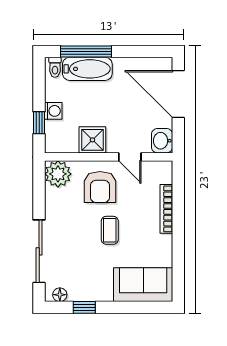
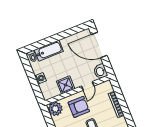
window: (86, 52) -> (45, 42), removed
window: (39, 123) -> (36, 87), removed
door: (130, 157) -> (88, 86), hinge flipped
armchair: (100, 187) -> (79, 107), turned -90

